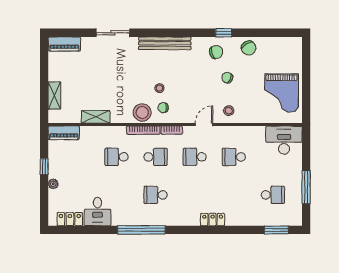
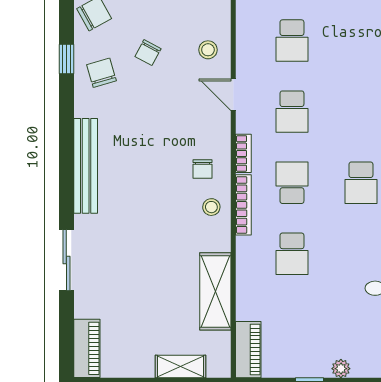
stool: (159, 88) -> (167, 176), removed
stool: (142, 113) -> (211, 207), width x0.53, depth x0.53
shelving: (96, 117) -> (215, 291), width x1.50, depth x1.33

